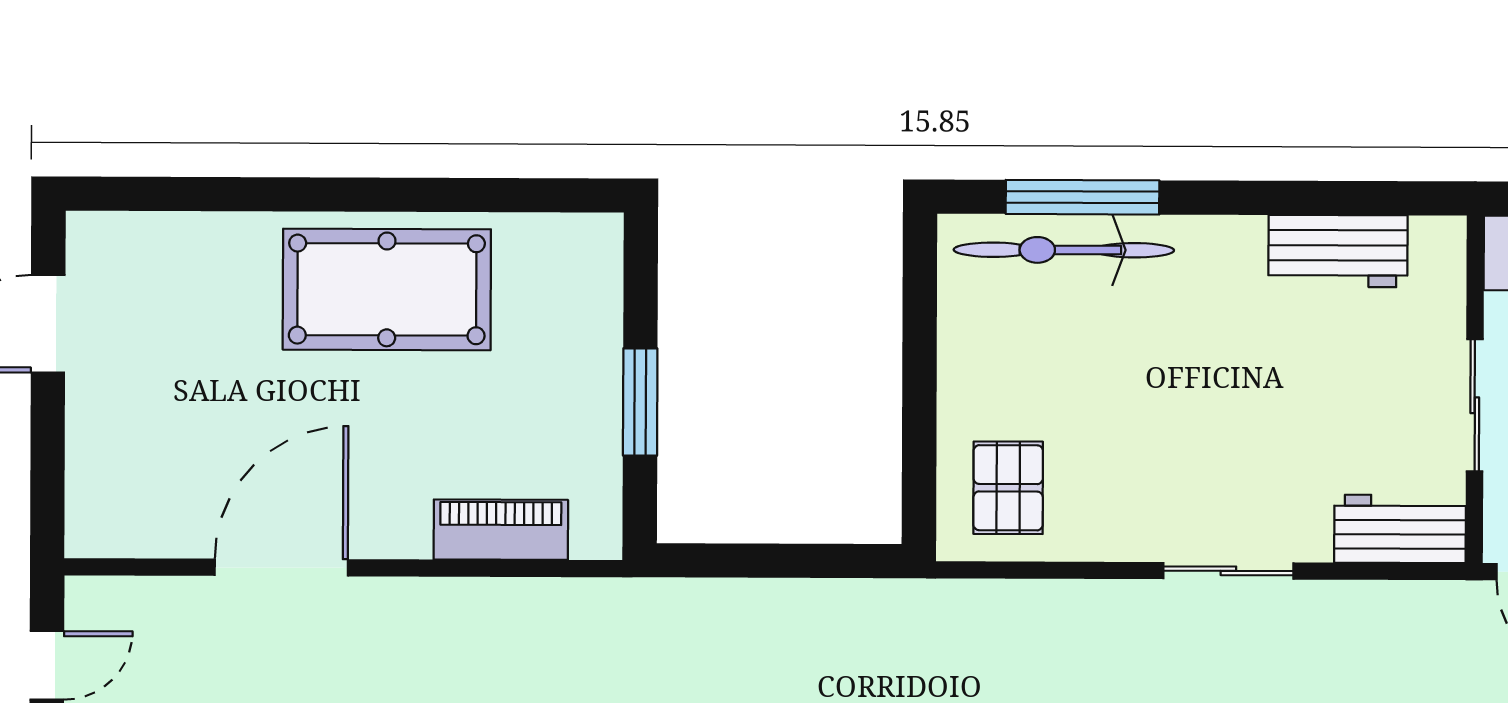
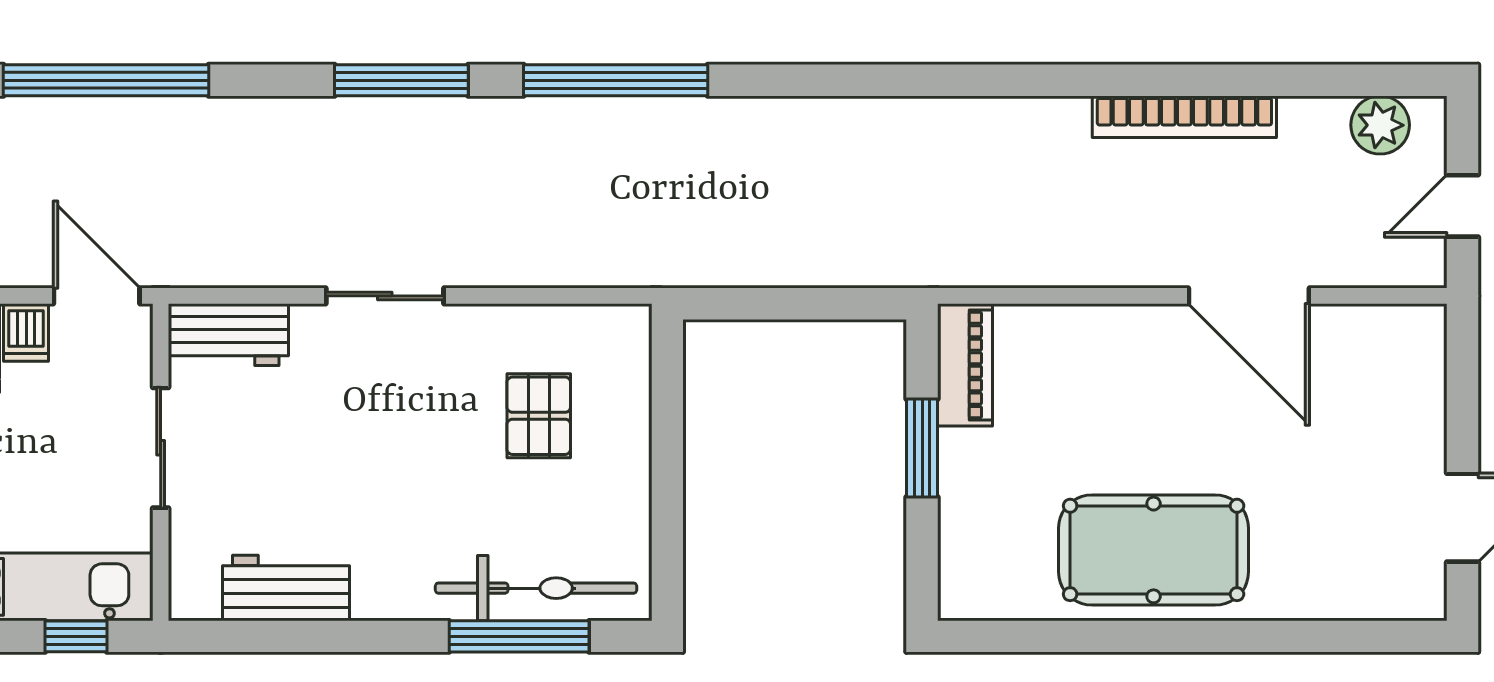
pallet: (1008, 488) -> (539, 416), moved
piano: (501, 530) -> (965, 365), moved, turned -90
door: (281, 568) -> (1249, 296), hinge flipped

